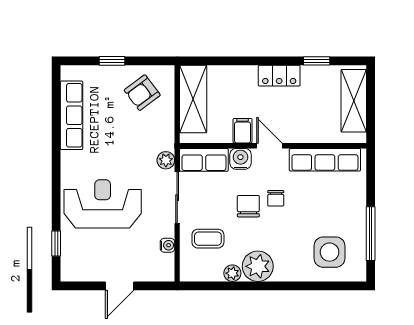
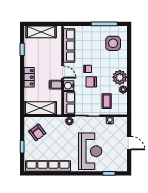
locker: (279, 76) -> (29, 77), moved
row of seats: (72, 115) -> (48, 166), width x1.36
door: (269, 146) -> (62, 72), swing flipped
reception desk: (103, 204) -> (90, 151), turned 180

